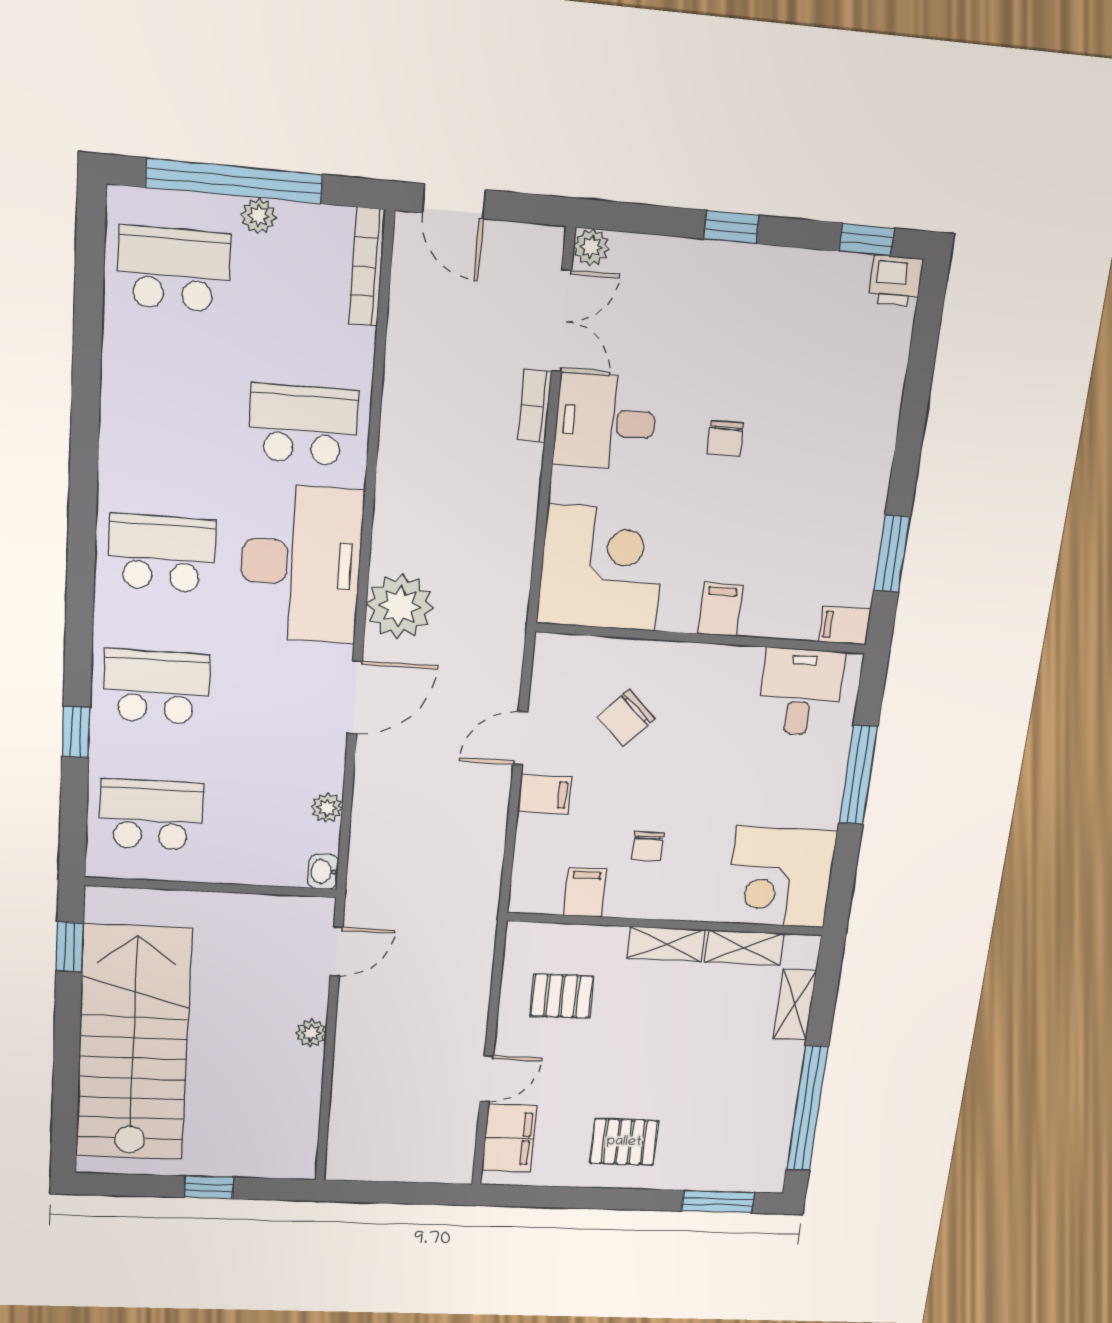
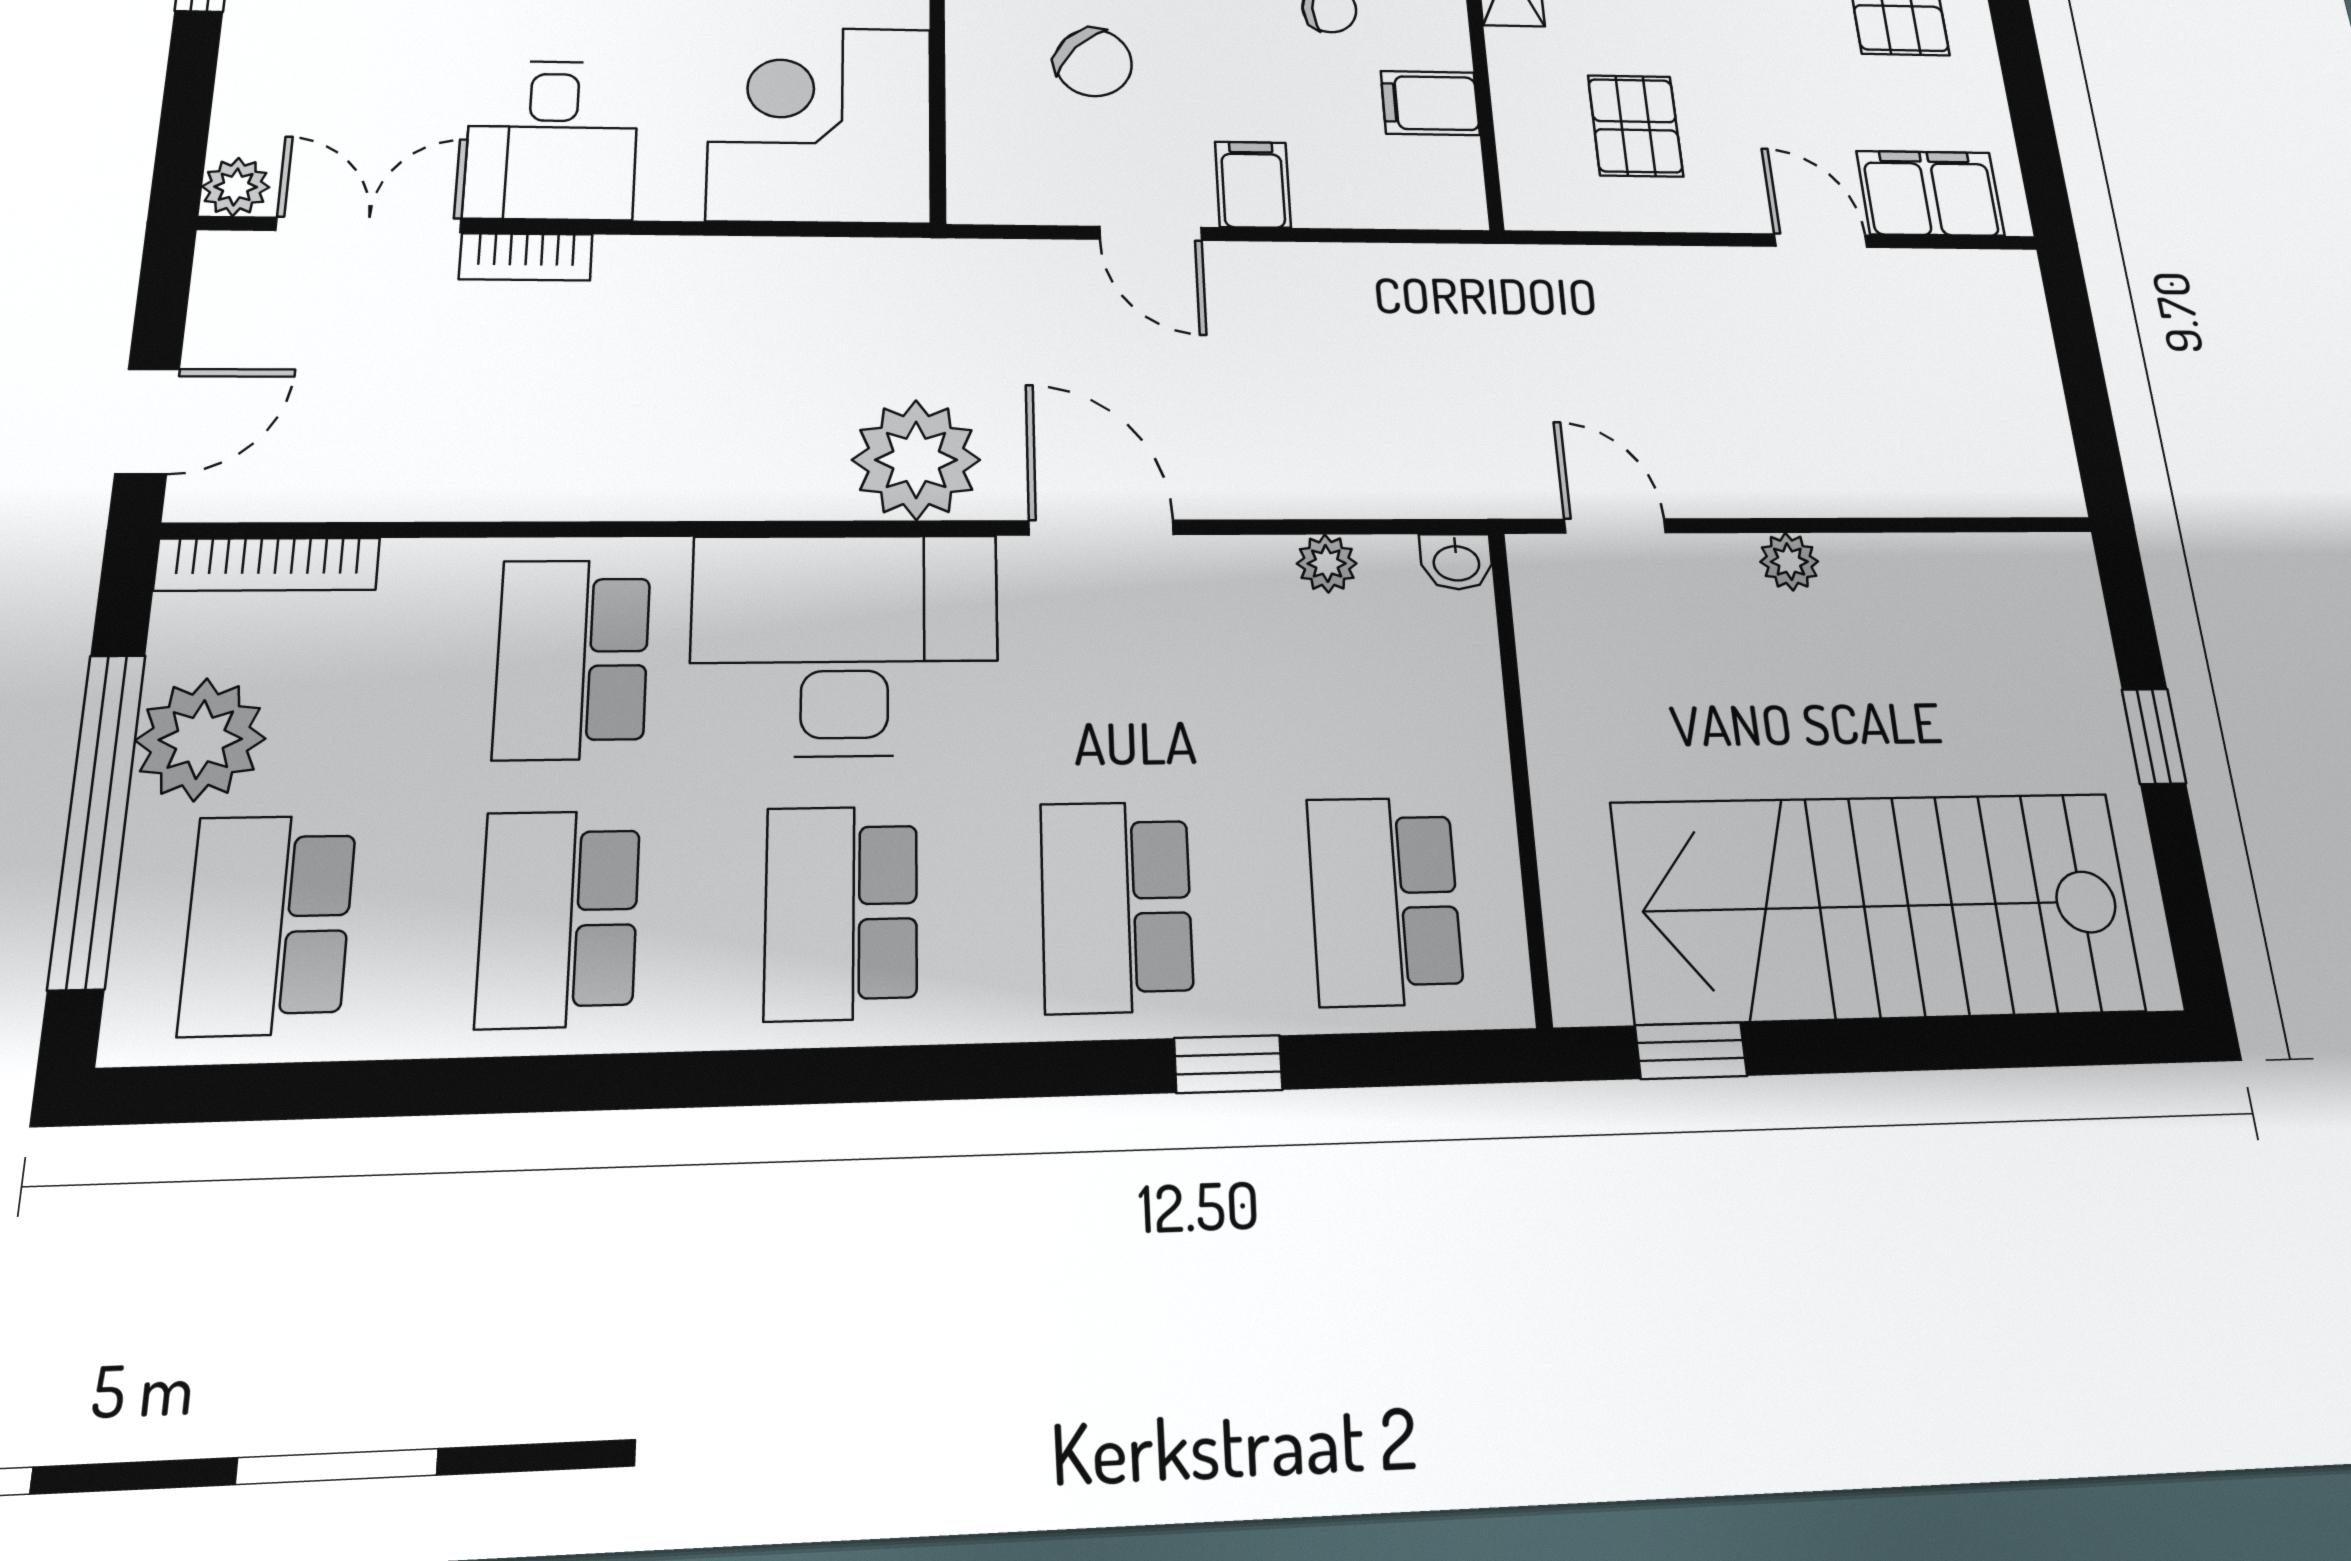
plant: (259, 216) -> (200, 739), width x1.87, depth x1.87
school desk: (168, 414) -> (559, 918), added

